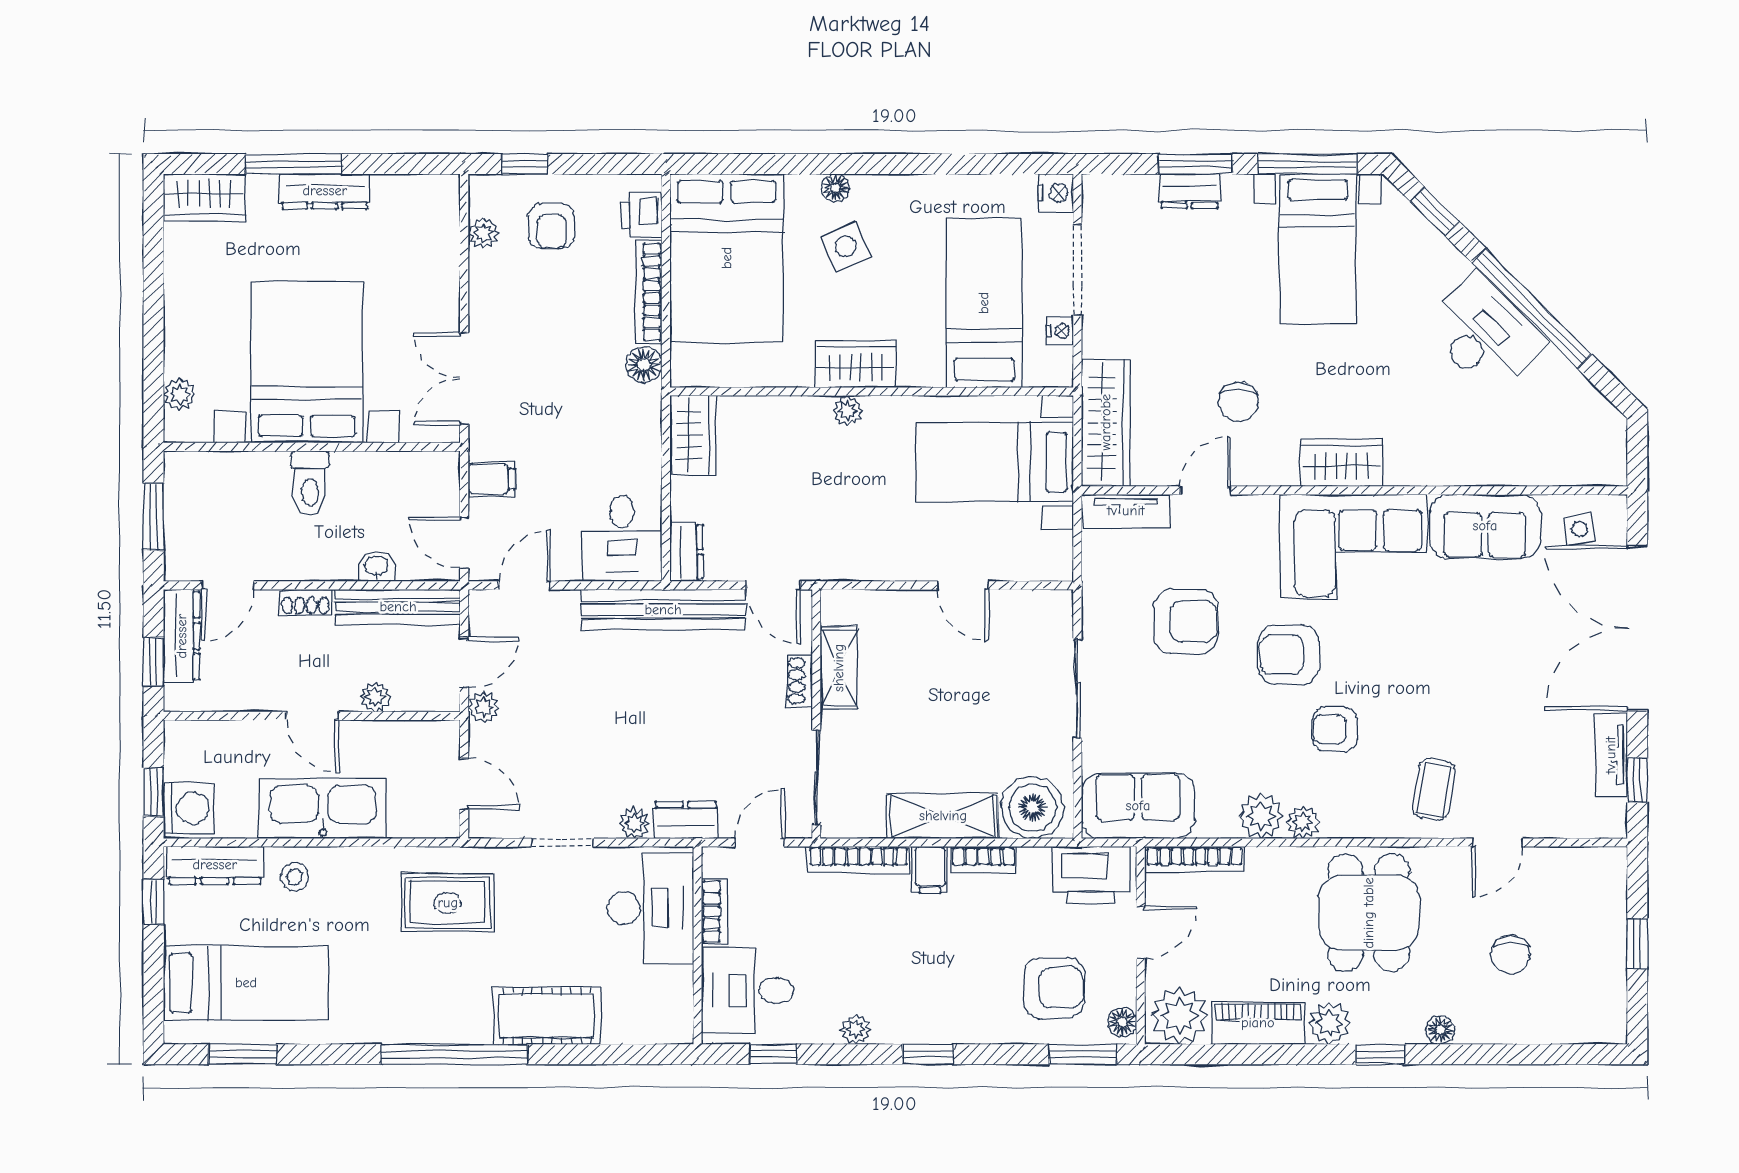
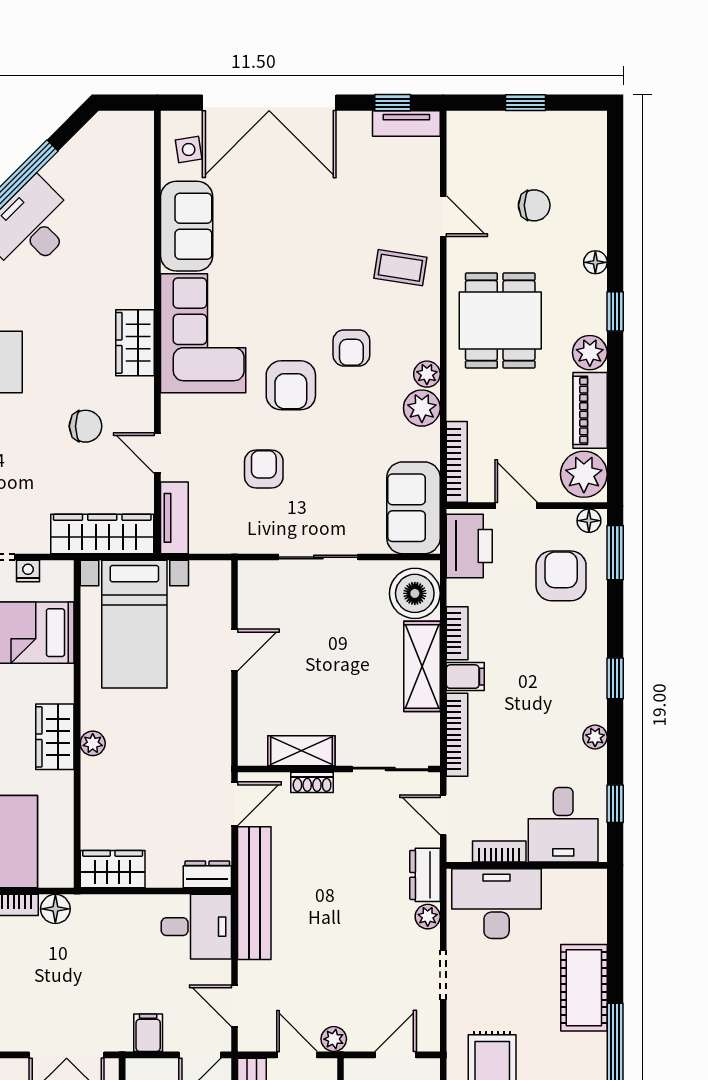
armchair: (1186, 621) -> (264, 469), width x0.72, depth x0.72
tv unit: (1611, 755) -> (406, 124), moved
dining table: (1369, 913) -> (500, 321), turned 90

